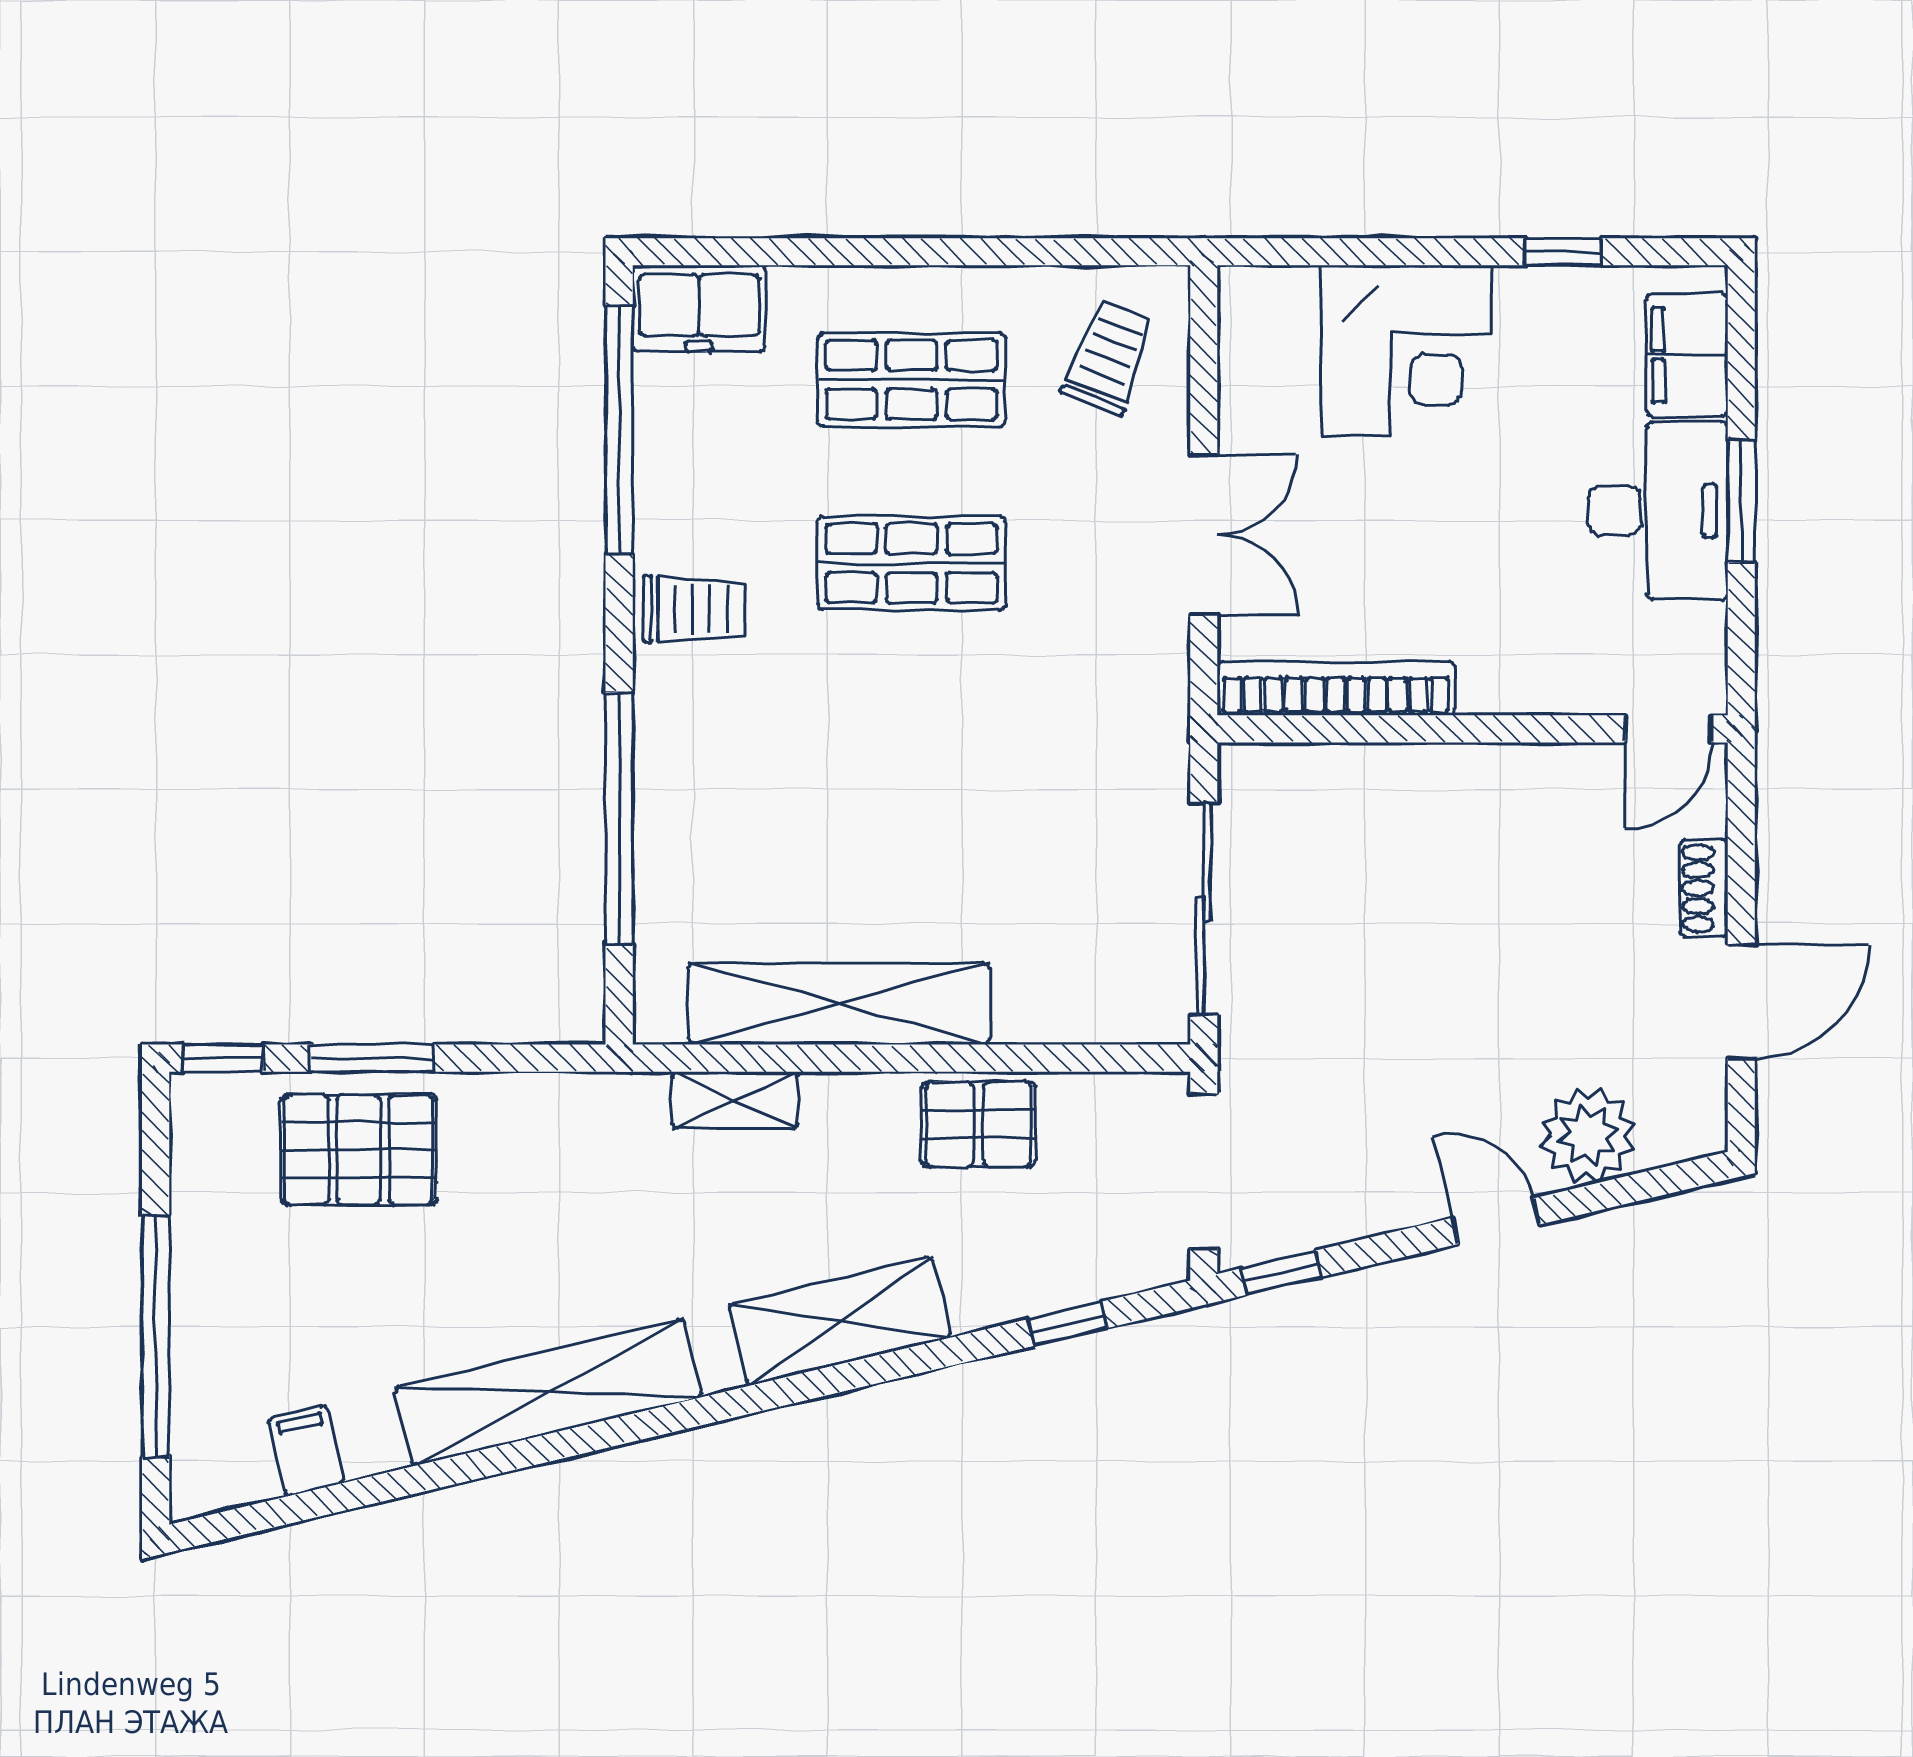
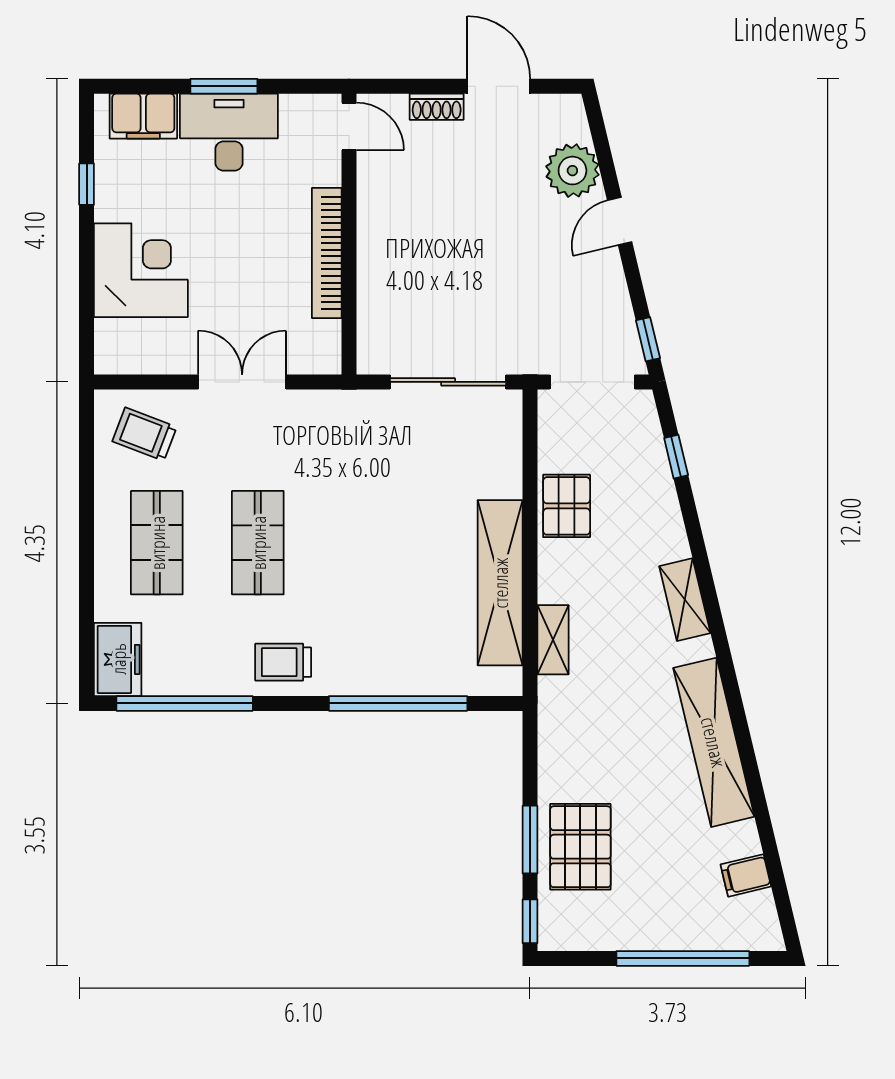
trolley: (694, 609) -> (283, 662), turned -90
bookcase: (1336, 689) -> (327, 253), moved
shelving: (839, 1321) -> (685, 600), width x0.67, depth x0.75

